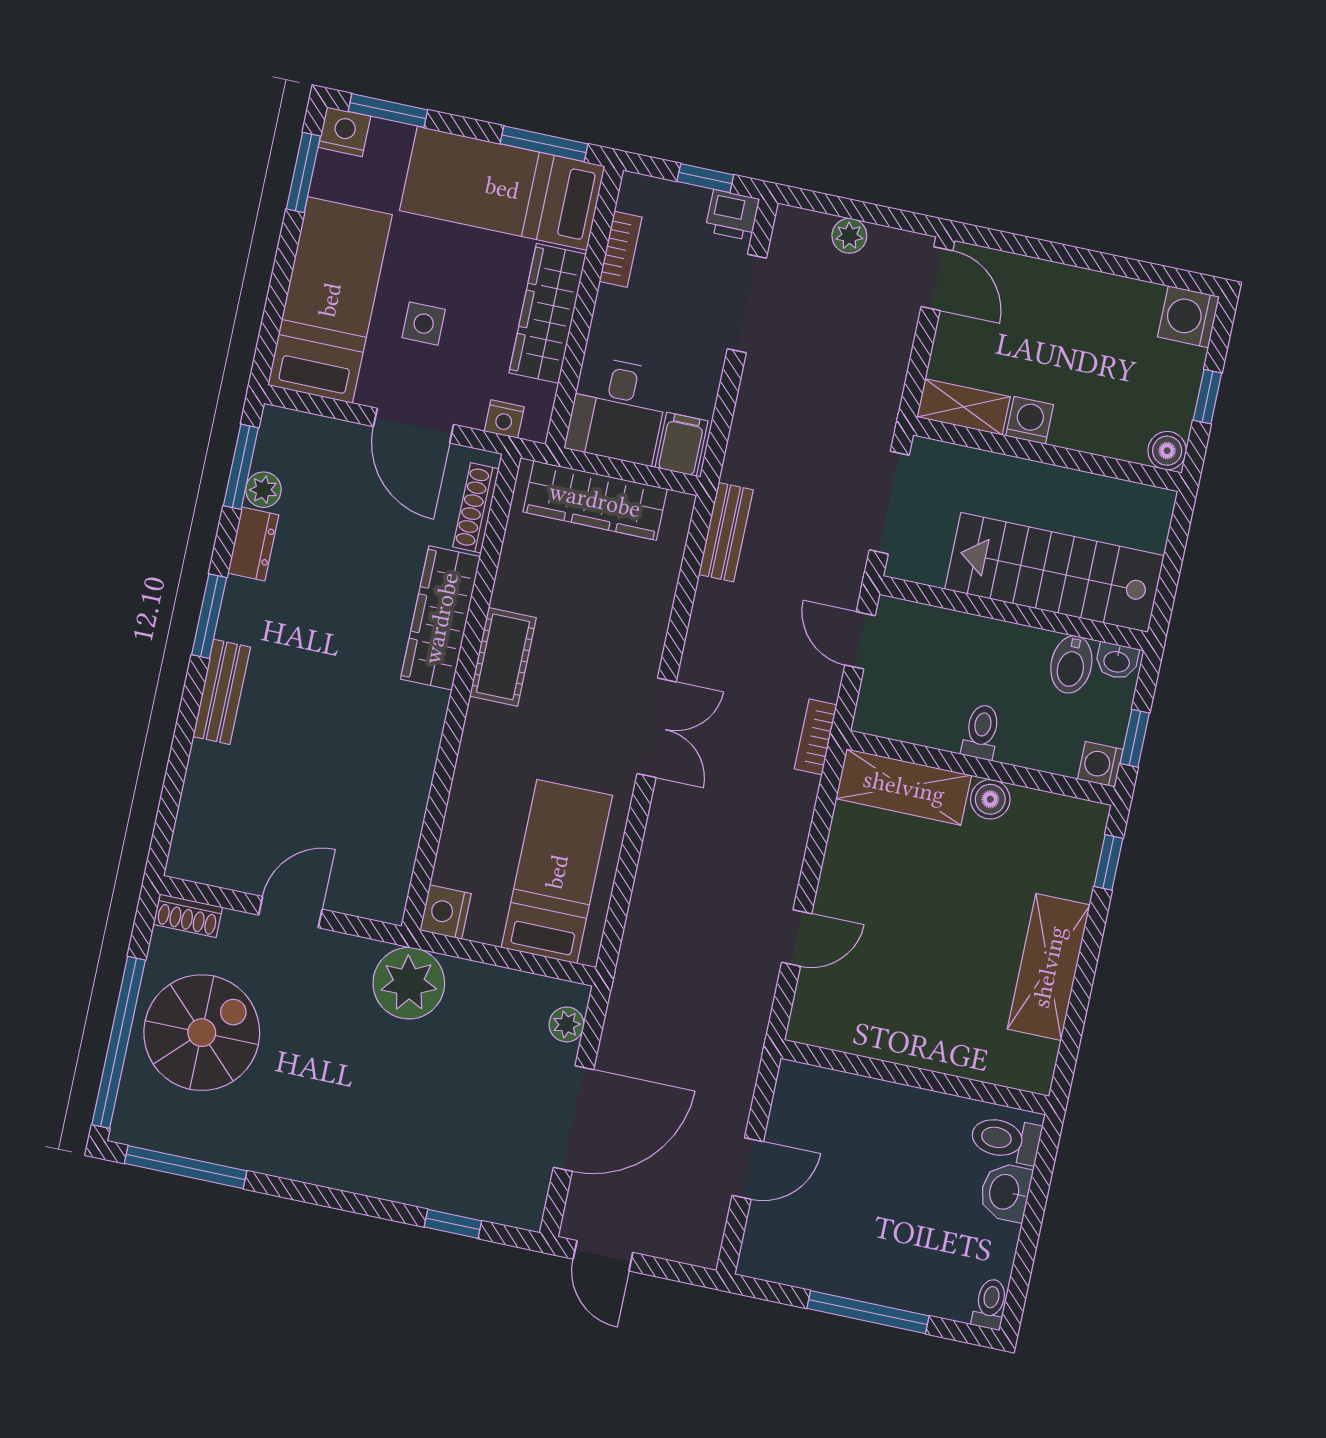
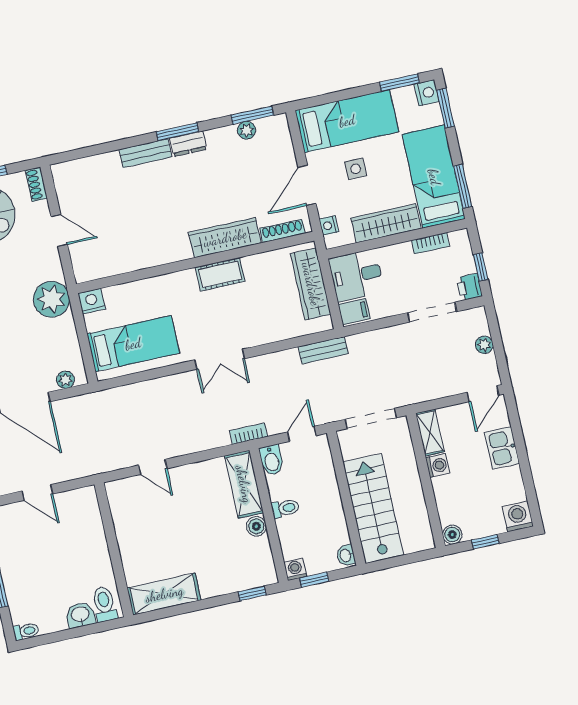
kitchen sink: (1051, 289) -> (502, 448), added
dresser: (253, 544) -> (188, 144), moved
bidet: (1071, 664) -> (271, 460), moved, turned -90
shelving: (1049, 967) -> (164, 594), moved

